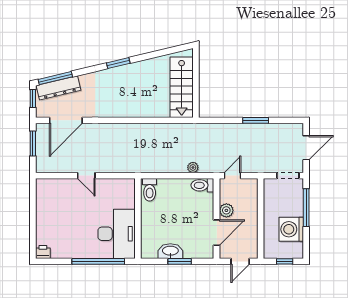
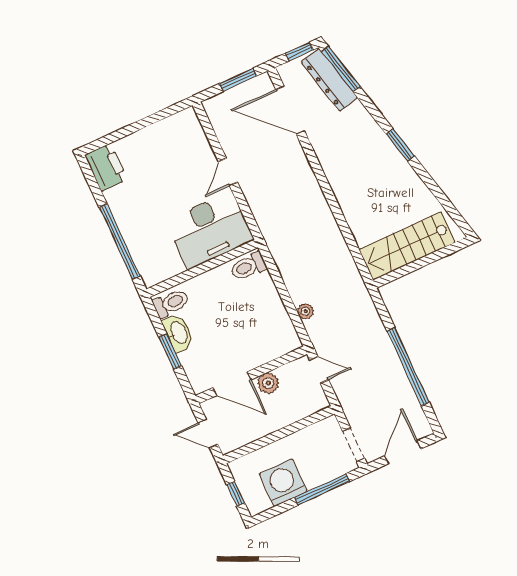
window: (256, 120) -> (408, 367), width x2.11
door: (306, 148) -> (403, 452), swing flipped
toilet: (202, 185) -> (171, 303), moved, turned 90
desk: (117, 234) -> (210, 230), moved
printer: (43, 252) -> (106, 167), width x1.87, depth x1.48

